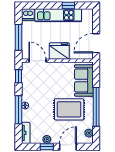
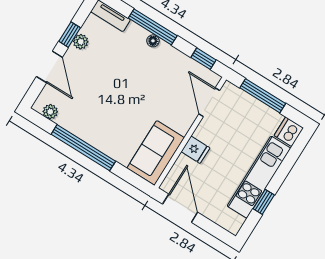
fridge: (59, 51) -> (195, 150), width x0.53, depth x0.75
door: (37, 61) -> (209, 102), swing flipped
sofa: (84, 81) -> (156, 153), moved, turned -90
rug: (69, 109) -> (105, 104), removed

